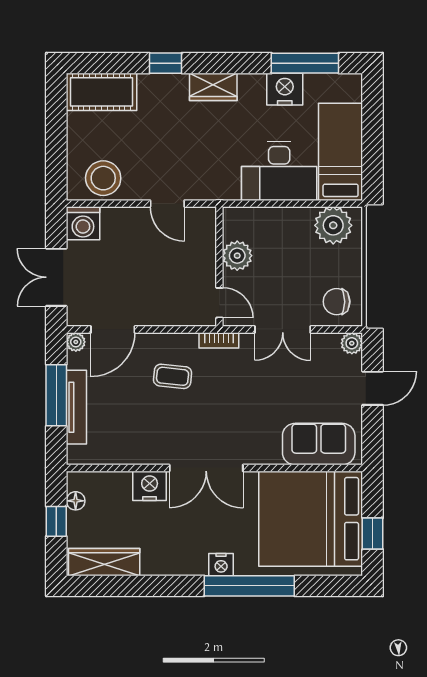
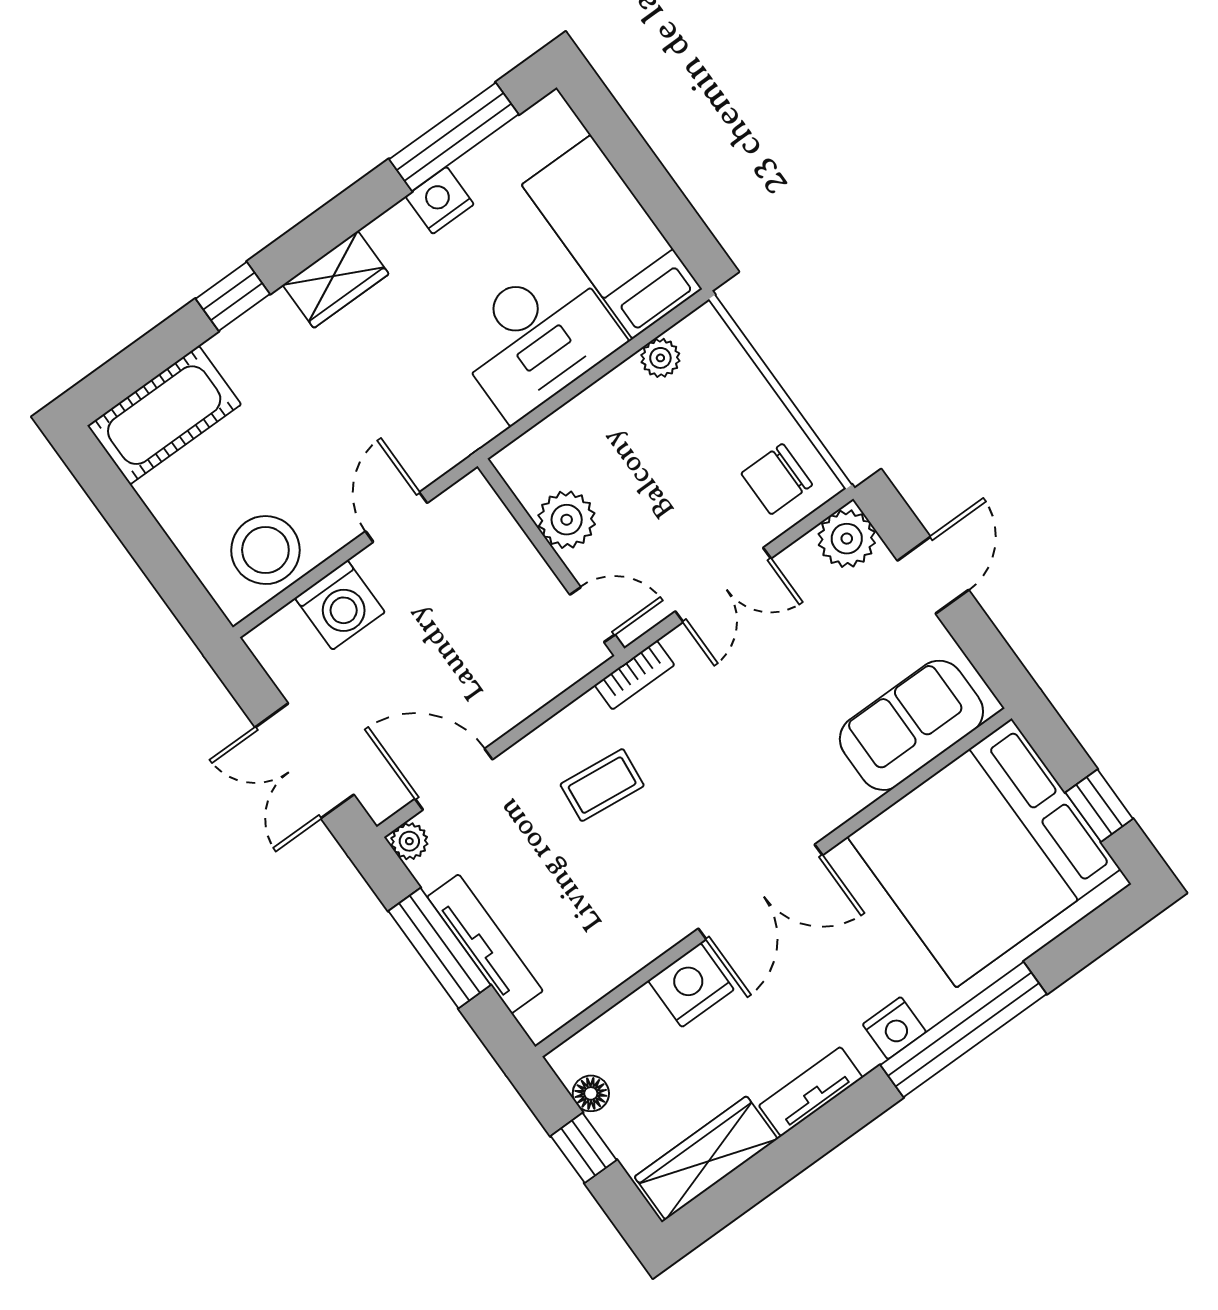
nightstand: (285, 89) -> (440, 200), width x0.74, depth x0.75
door: (167, 204) -> (396, 517), swing flipped
washing machine: (83, 223) -> (340, 605), moved
plant: (333, 225) -> (660, 358), width x0.53, depth x0.53
door: (113, 329) -> (454, 779), swing flipped
plant: (352, 343) -> (847, 539), width x1.38, depth x1.38
tv unit: (167, 566) -> (811, 1092), added

